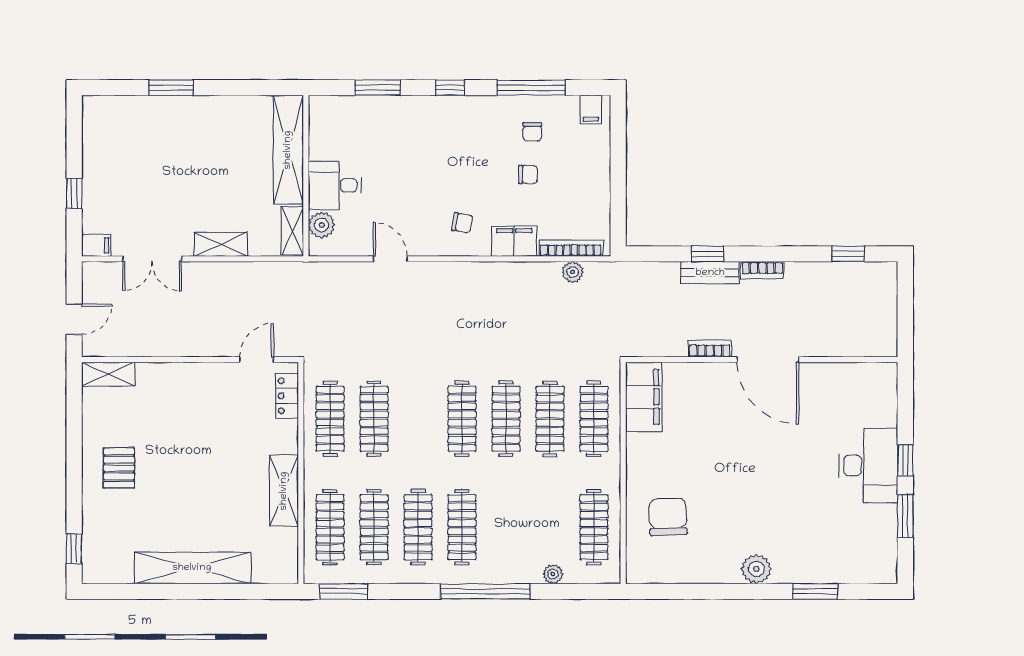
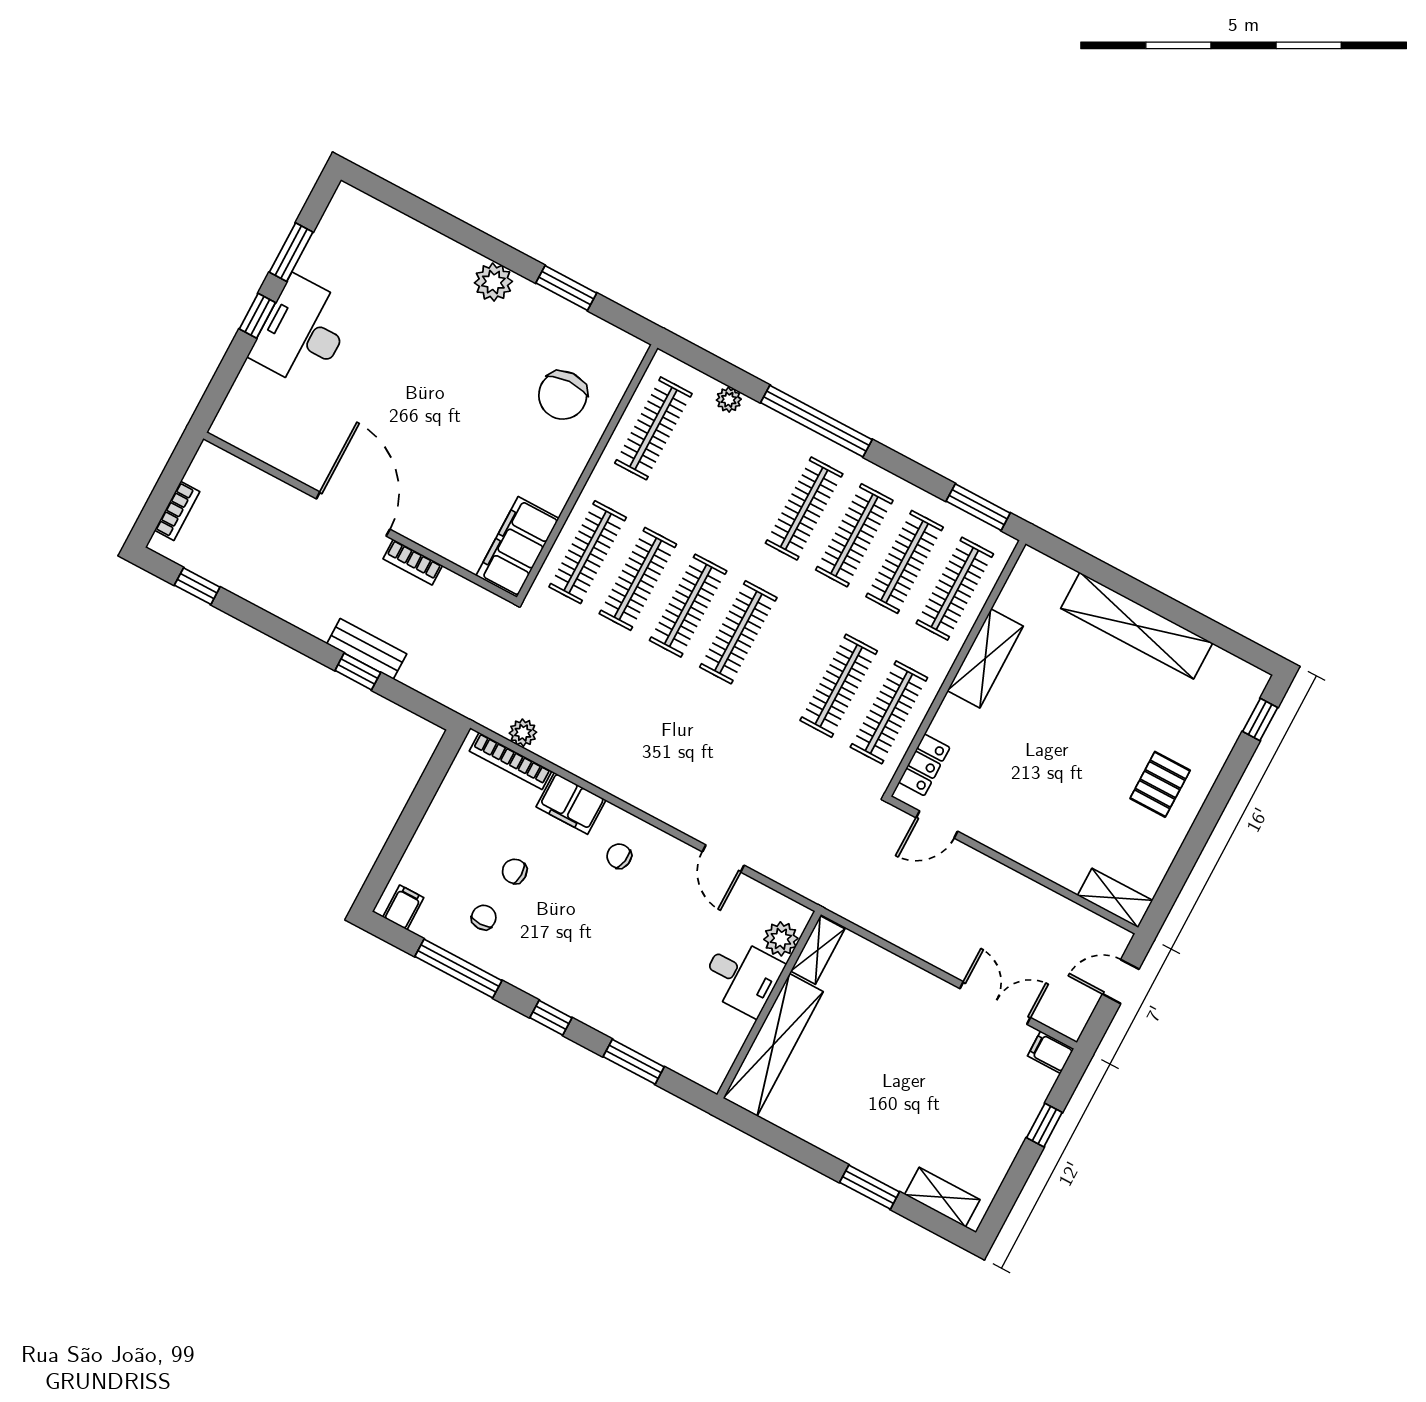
shelving: (221, 244) -> (942, 1197), moved
bookcase: (762, 270) -> (177, 511), moved, turned 90
window: (815, 591) -> (566, 288), moved

